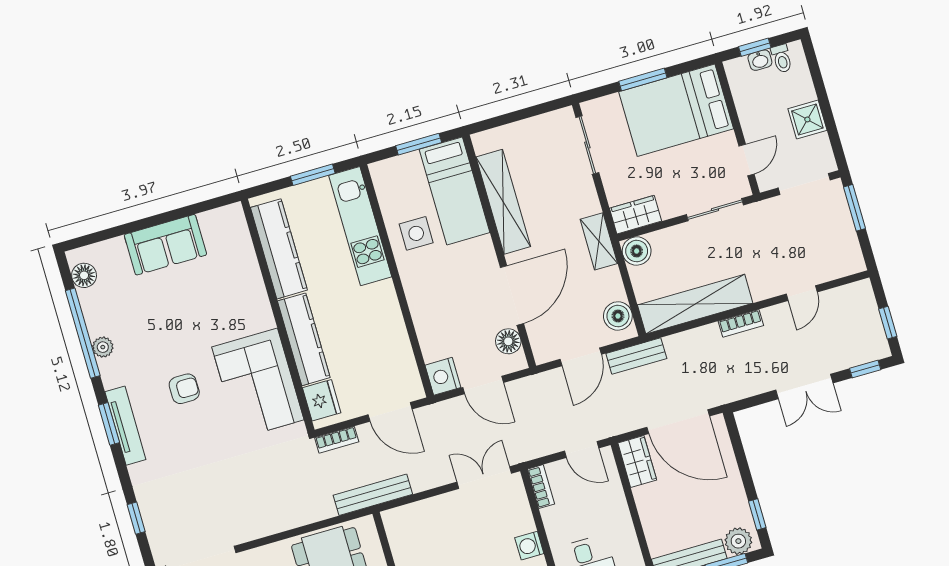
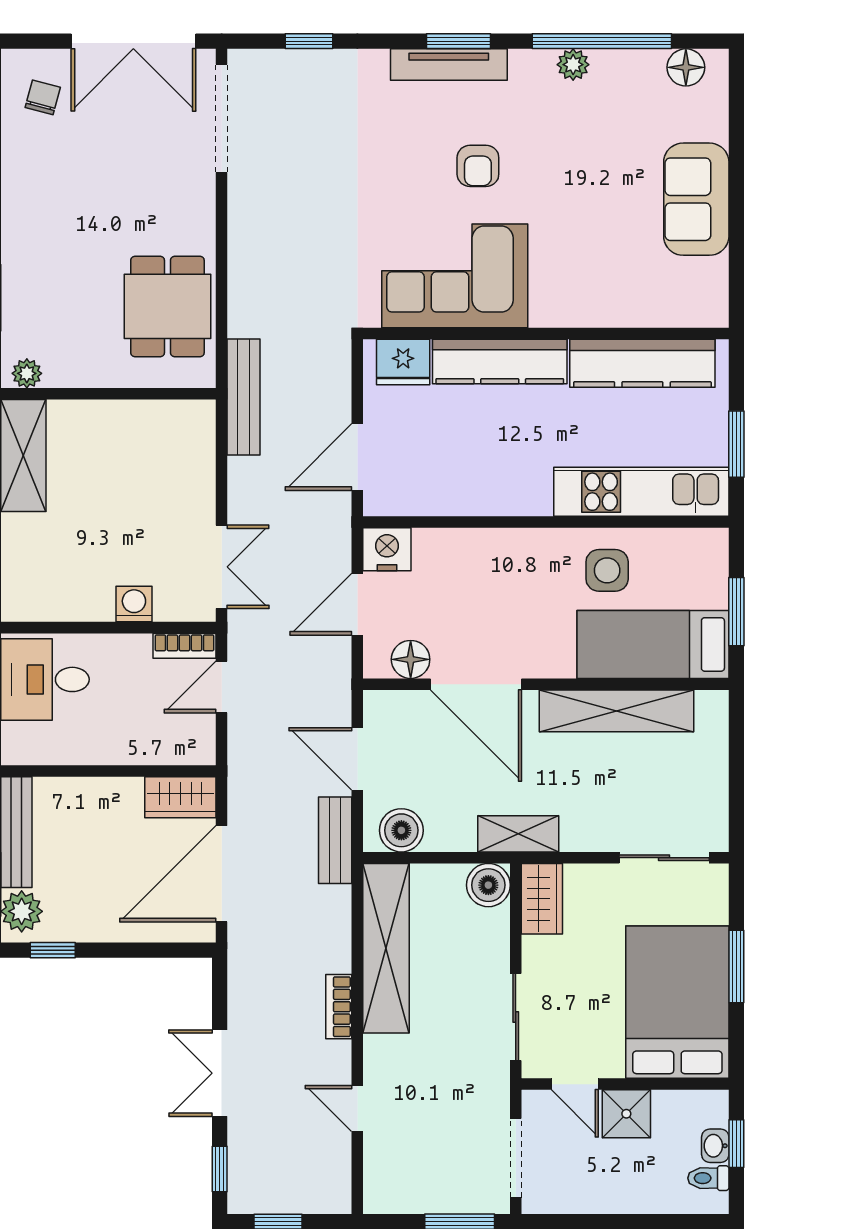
shower: (807, 119) -> (626, 1114), moved
bookcase: (337, 440) -> (339, 367), removed
door: (582, 450) -> (222, 687), moved
washing machine: (529, 546) -> (134, 604), moved

